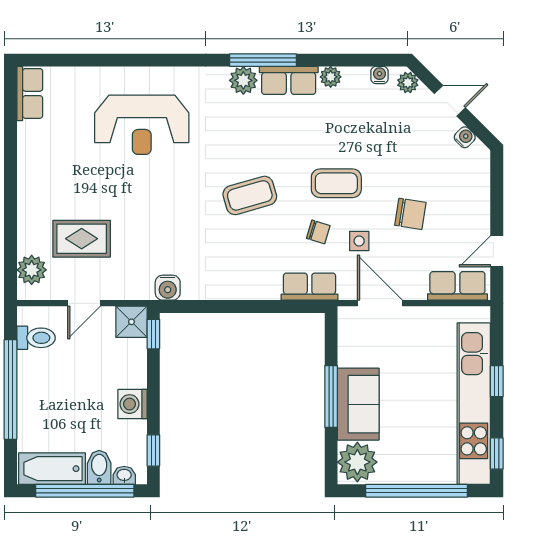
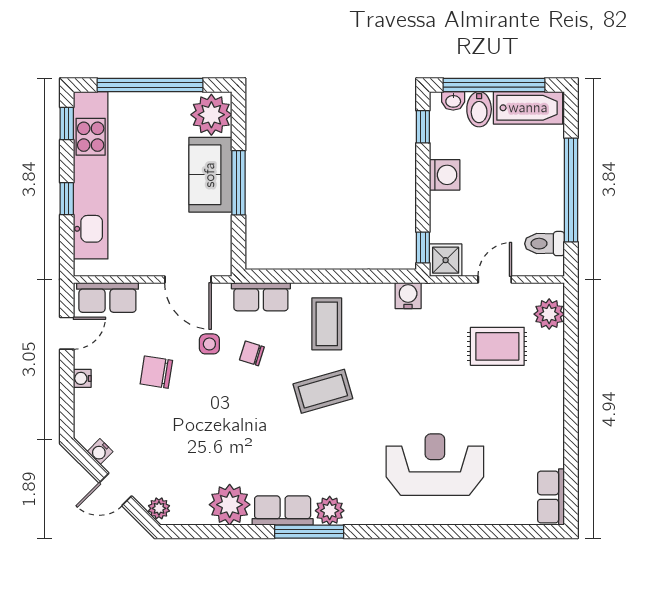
water cooler: (380, 75) -> (82, 378), moved, turned 90
plant: (331, 77) -> (230, 505), width x1.87, depth x1.87
coffee table: (336, 183) -> (327, 324), moved, turned 90

